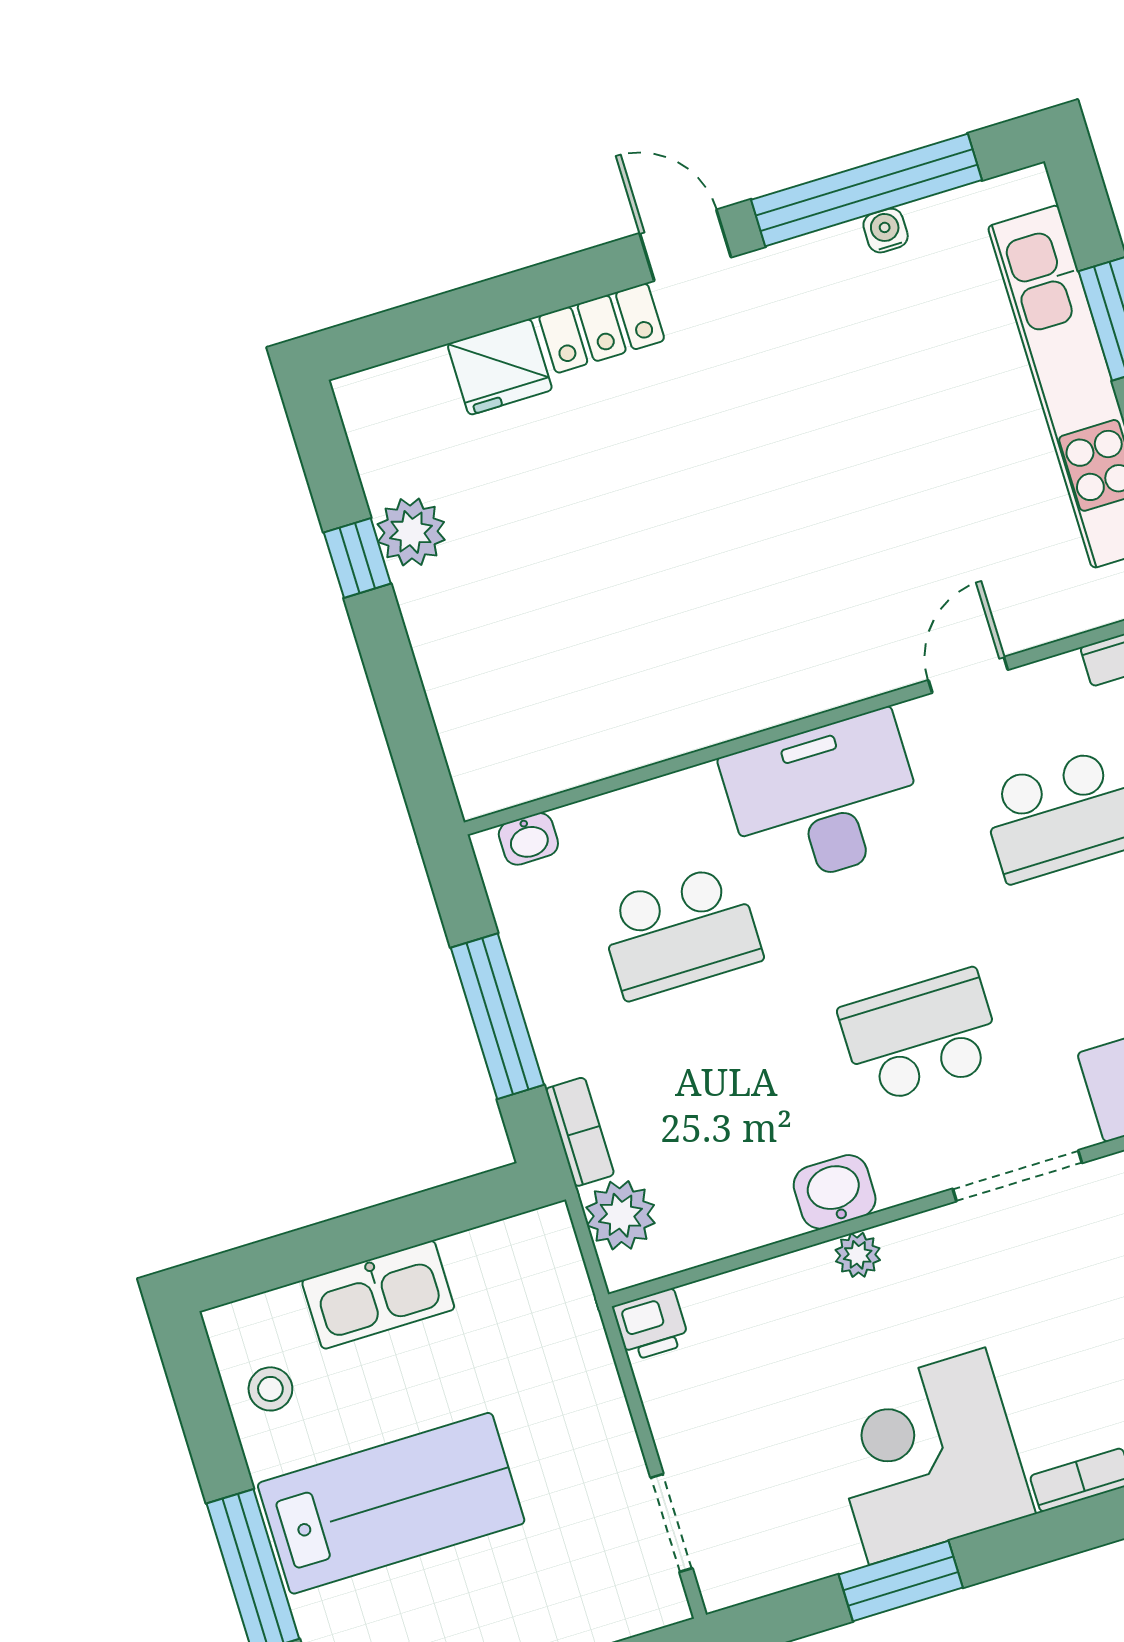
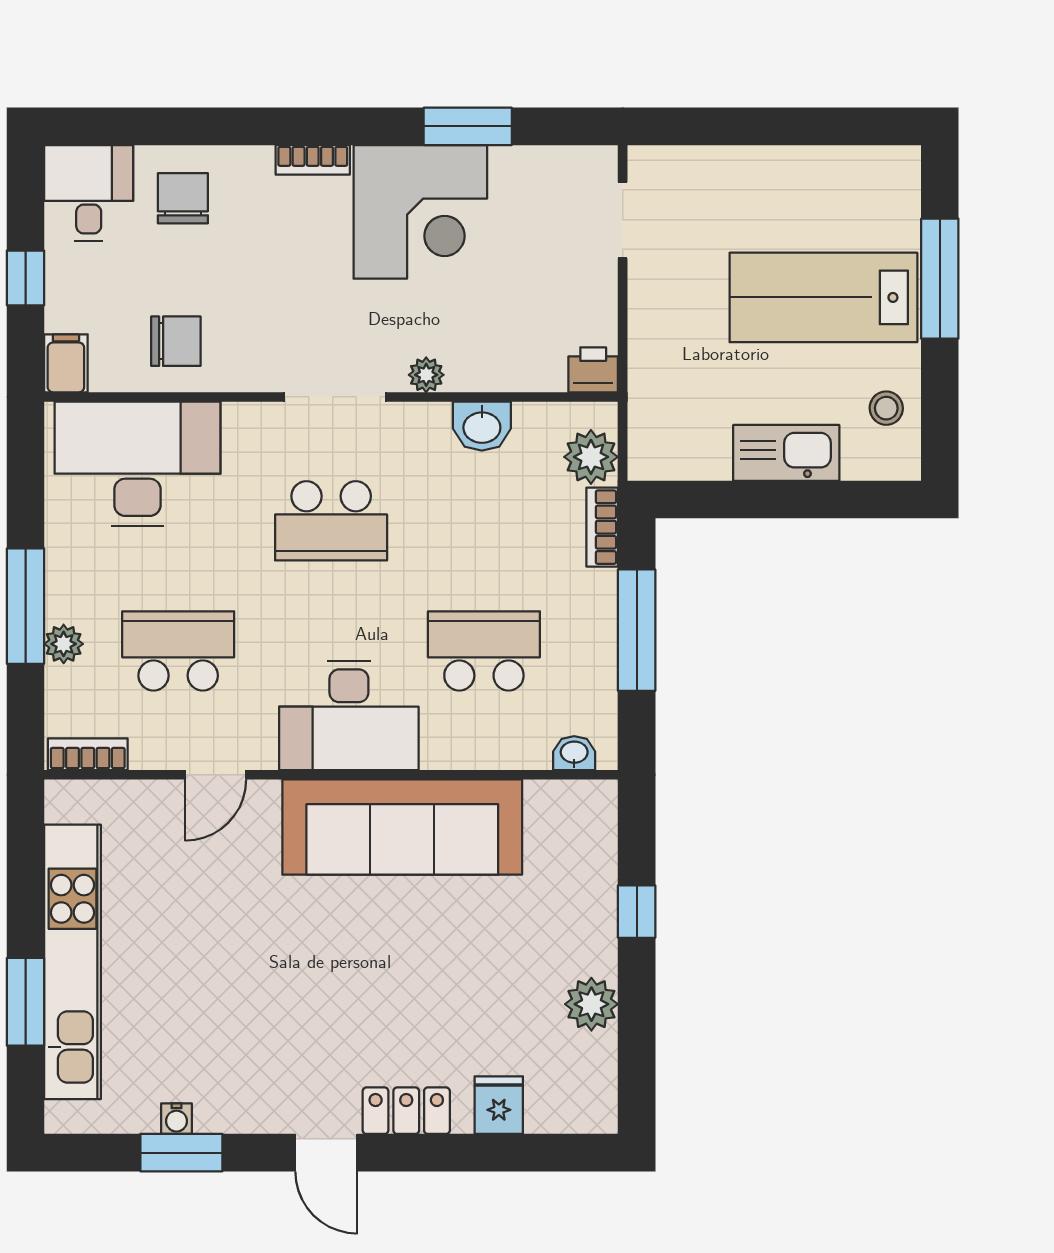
window: (866, 190) -> (181, 1153), width x0.47
fridge: (500, 367) -> (499, 1105), width x0.72
window: (357, 558) -> (637, 912), moved
sofa: (715, 681) -> (402, 827), added
doorway: (1017, 1176) -> (335, 397), moved
washbasin: (835, 1192) -> (482, 426), moved

